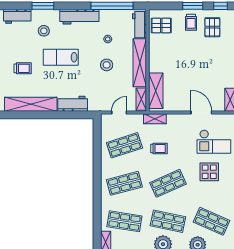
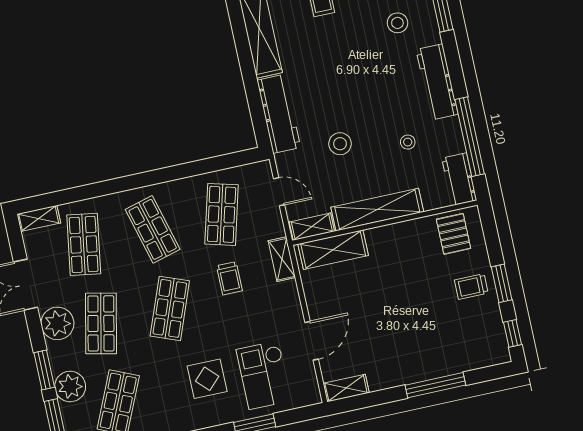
workbench: (140, 25) -> (459, 179), moved, turned -90
pallet: (212, 27) -> (471, 327), removed
lab bench: (61, 57) -> (356, 64), removed
stool: (107, 65) -> (340, 144), moved
workbench: (73, 104) -> (279, 114), width x1.37
shop shelf: (124, 145) -> (222, 214), turned 33
shop shelf: (168, 183) -> (170, 308), turned 45

